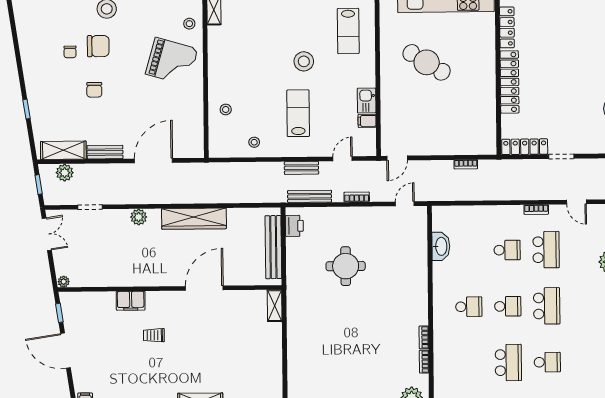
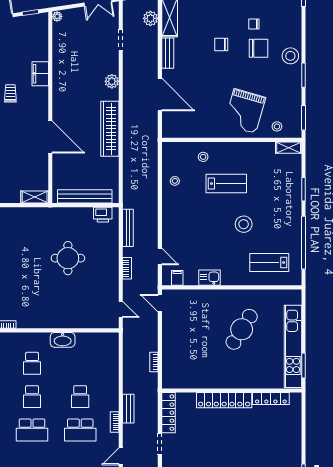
chair: (98, 46) -> (259, 48), turned -90
lab bench: (298, 113) -> (226, 184), moved
filing cabinet: (367, 121) -> (177, 278), moved
bench: (301, 168) -> (128, 409), moved
washbasin: (441, 246) -> (63, 340), moved

